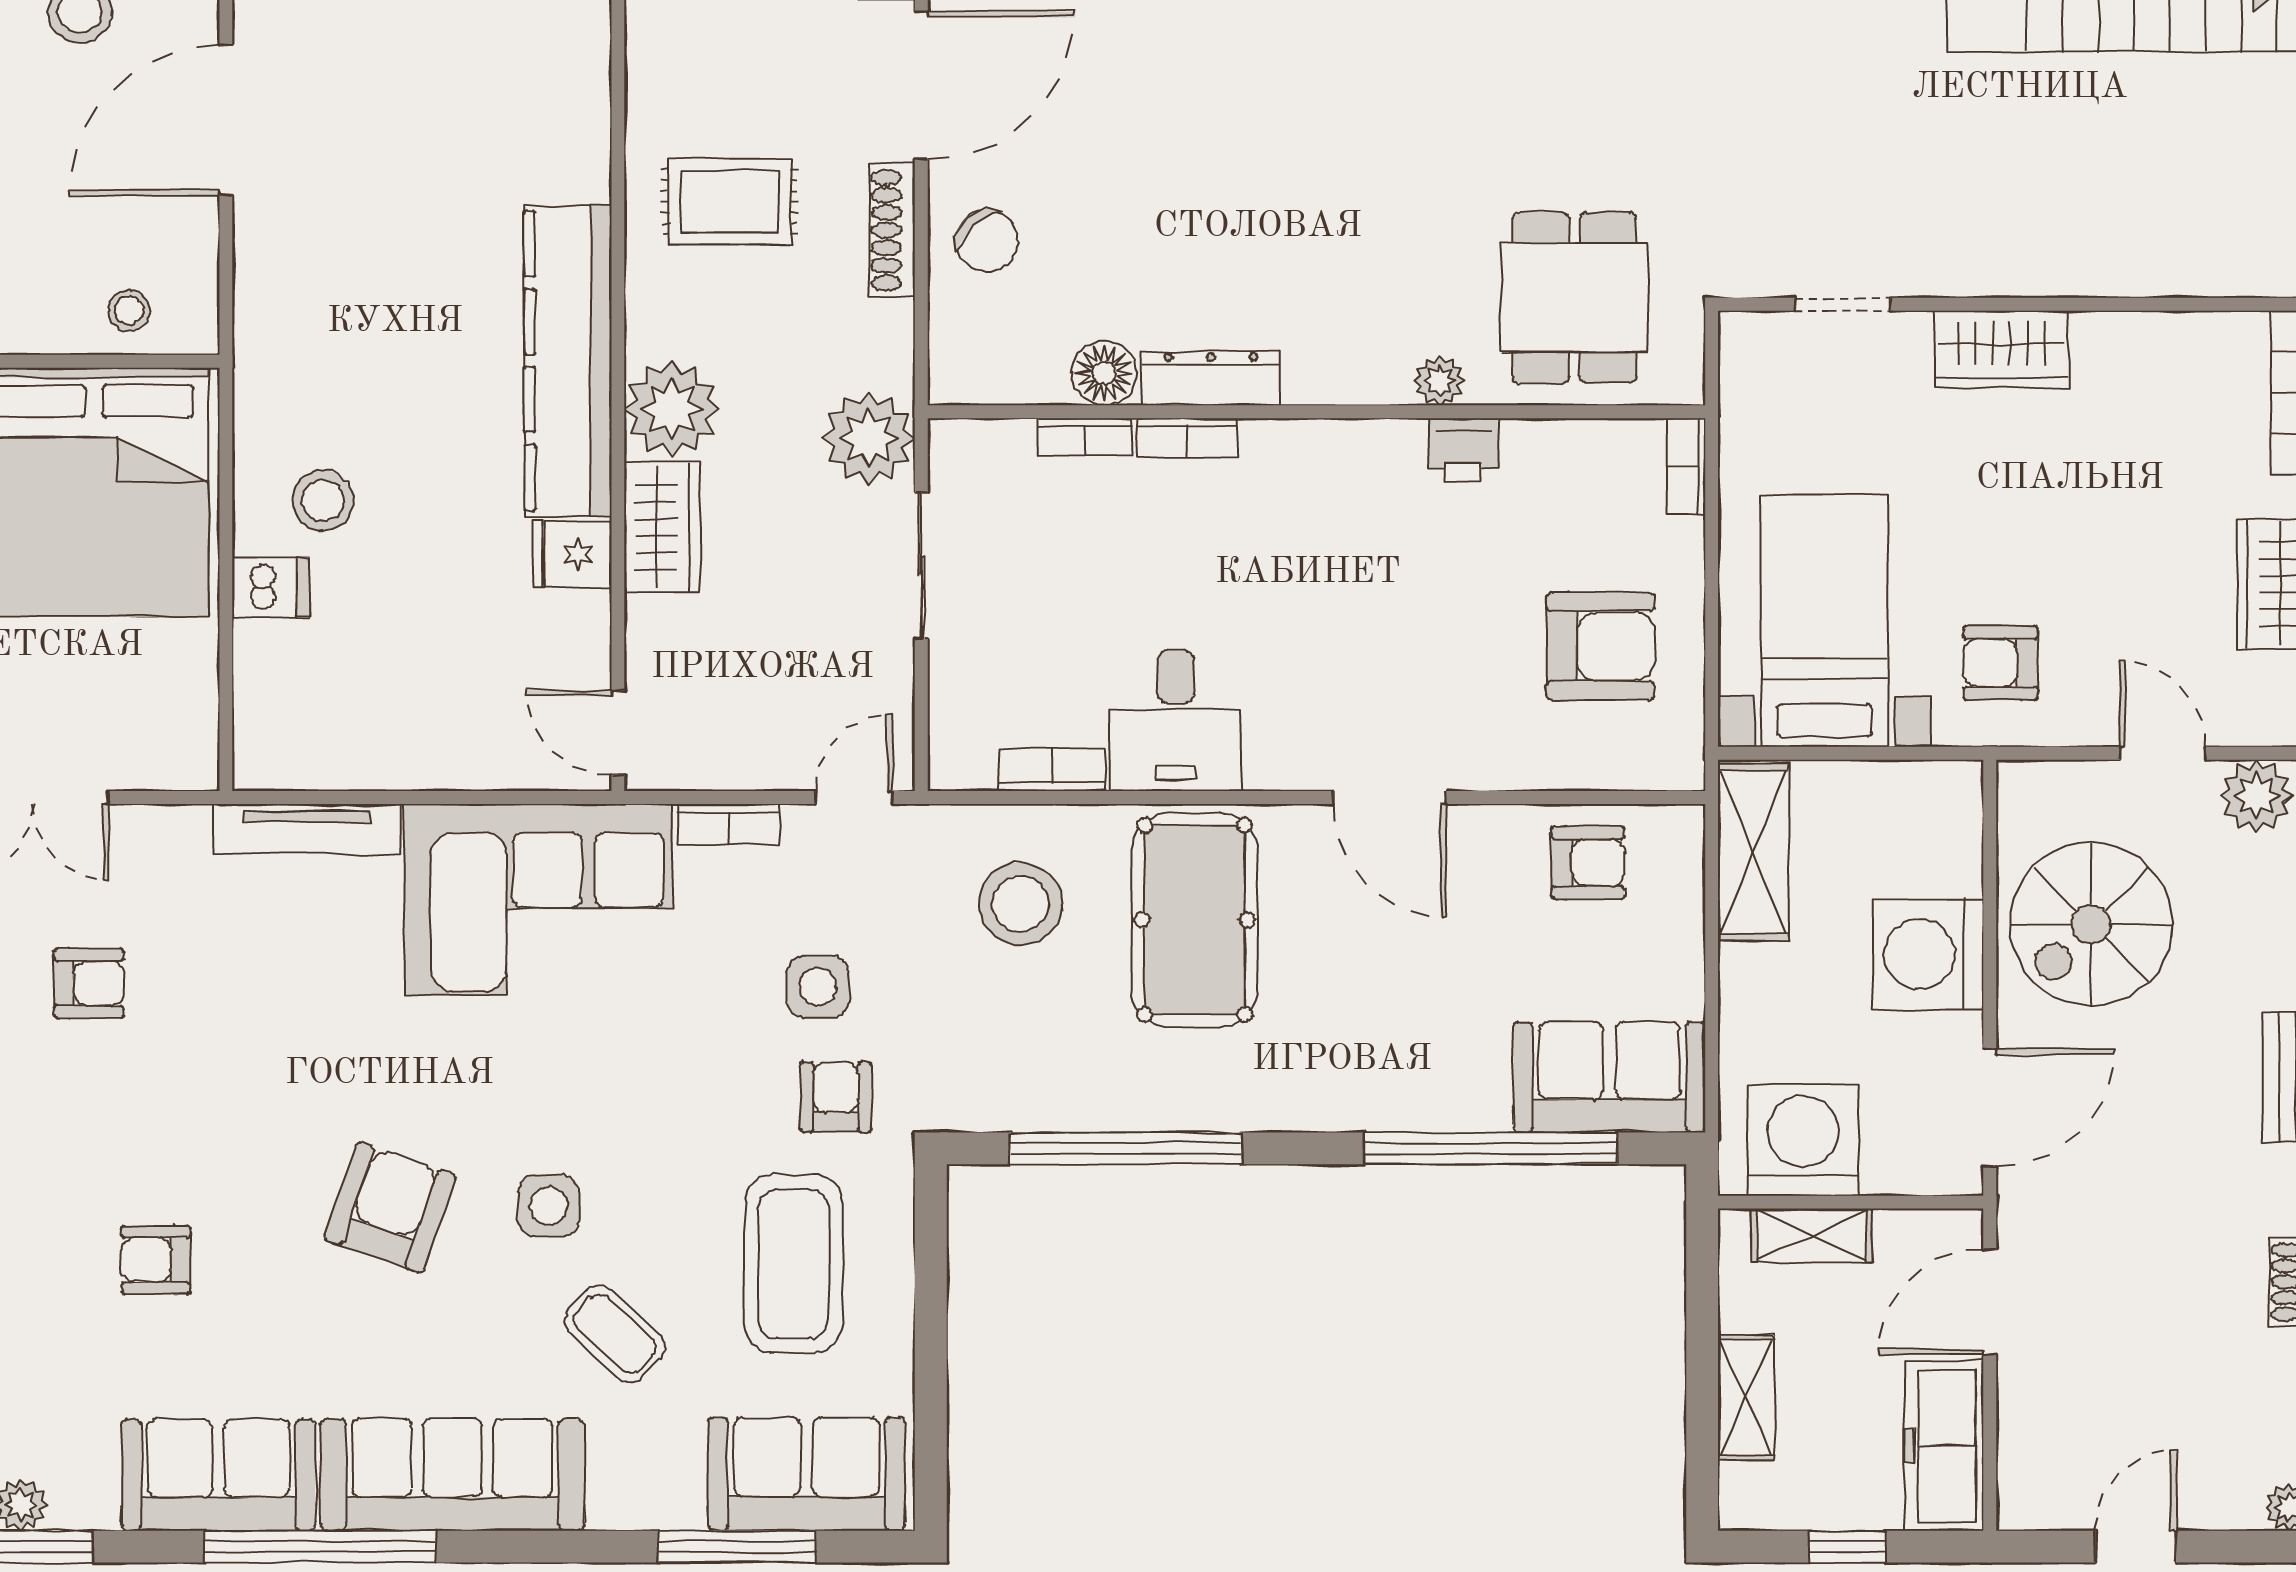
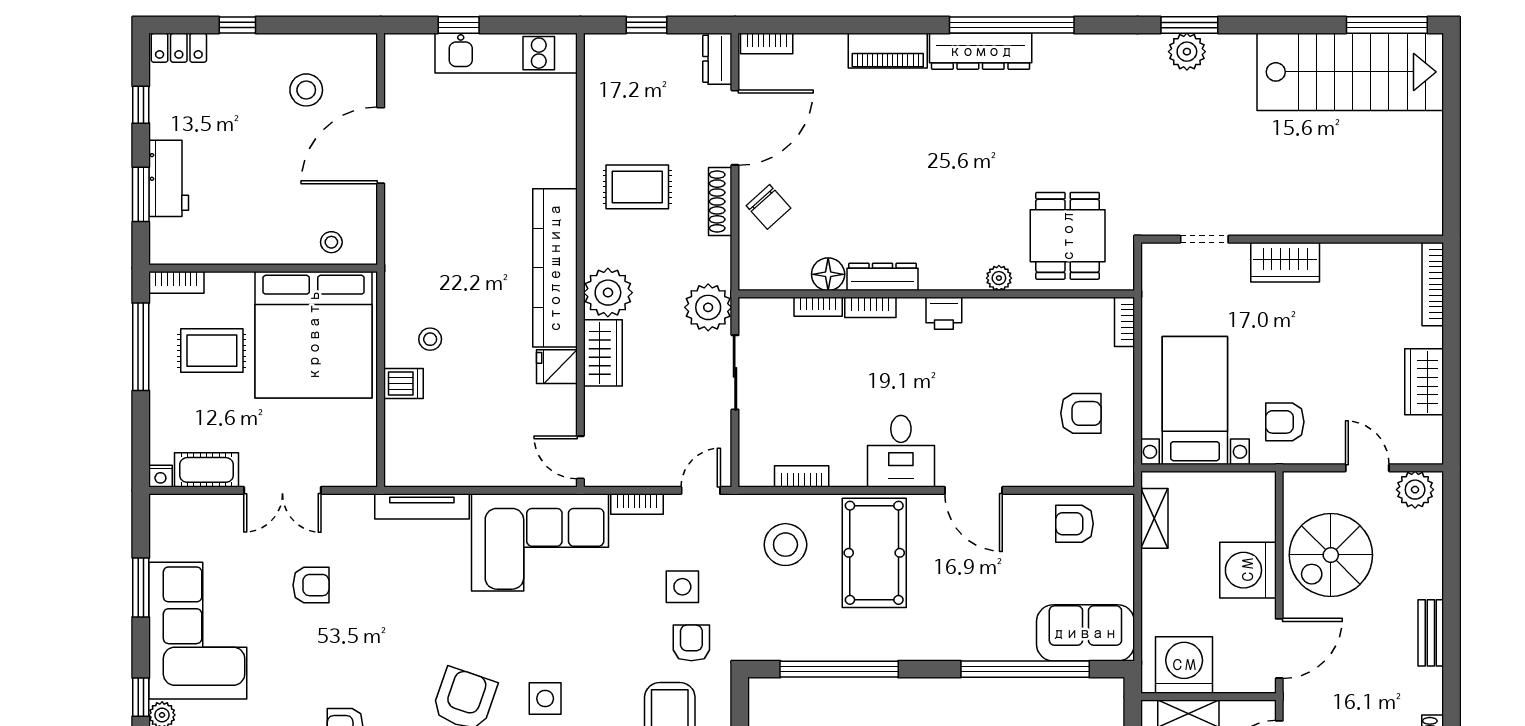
printer: (1463, 450) -> (944, 313), moved
stool: (323, 501) -> (430, 339), width x0.73, depth x0.73
armchair: (1601, 646) -> (1081, 413), width x0.72, depth x0.72
desk: (1176, 721) -> (901, 451), moved
shelving: (1753, 852) -> (1154, 518), width x0.67, depth x0.75
armchair: (1588, 863) -> (1075, 524), turned 180

